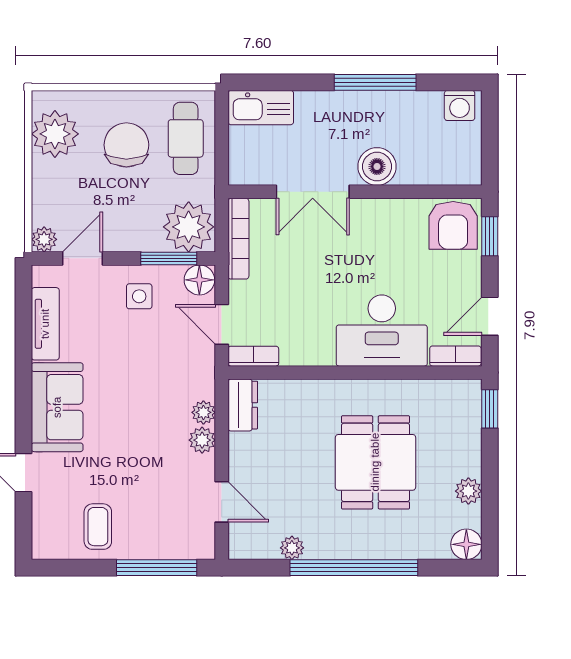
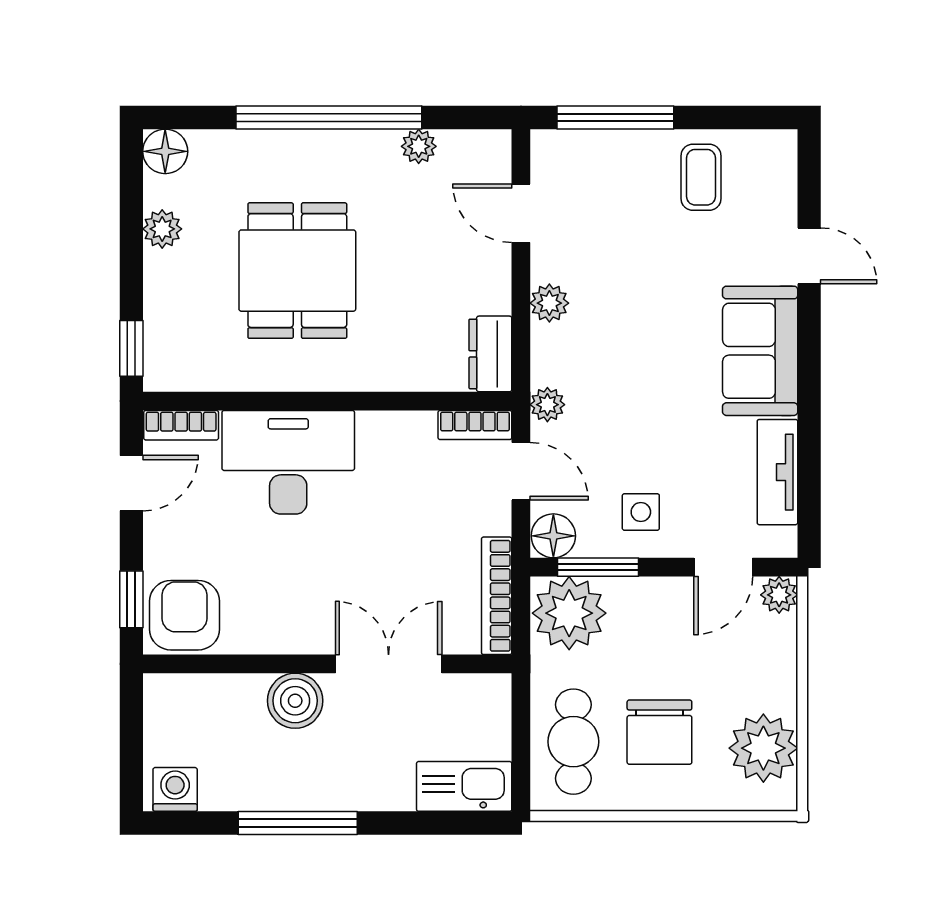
plant: (203, 412) -> (547, 405), moved

